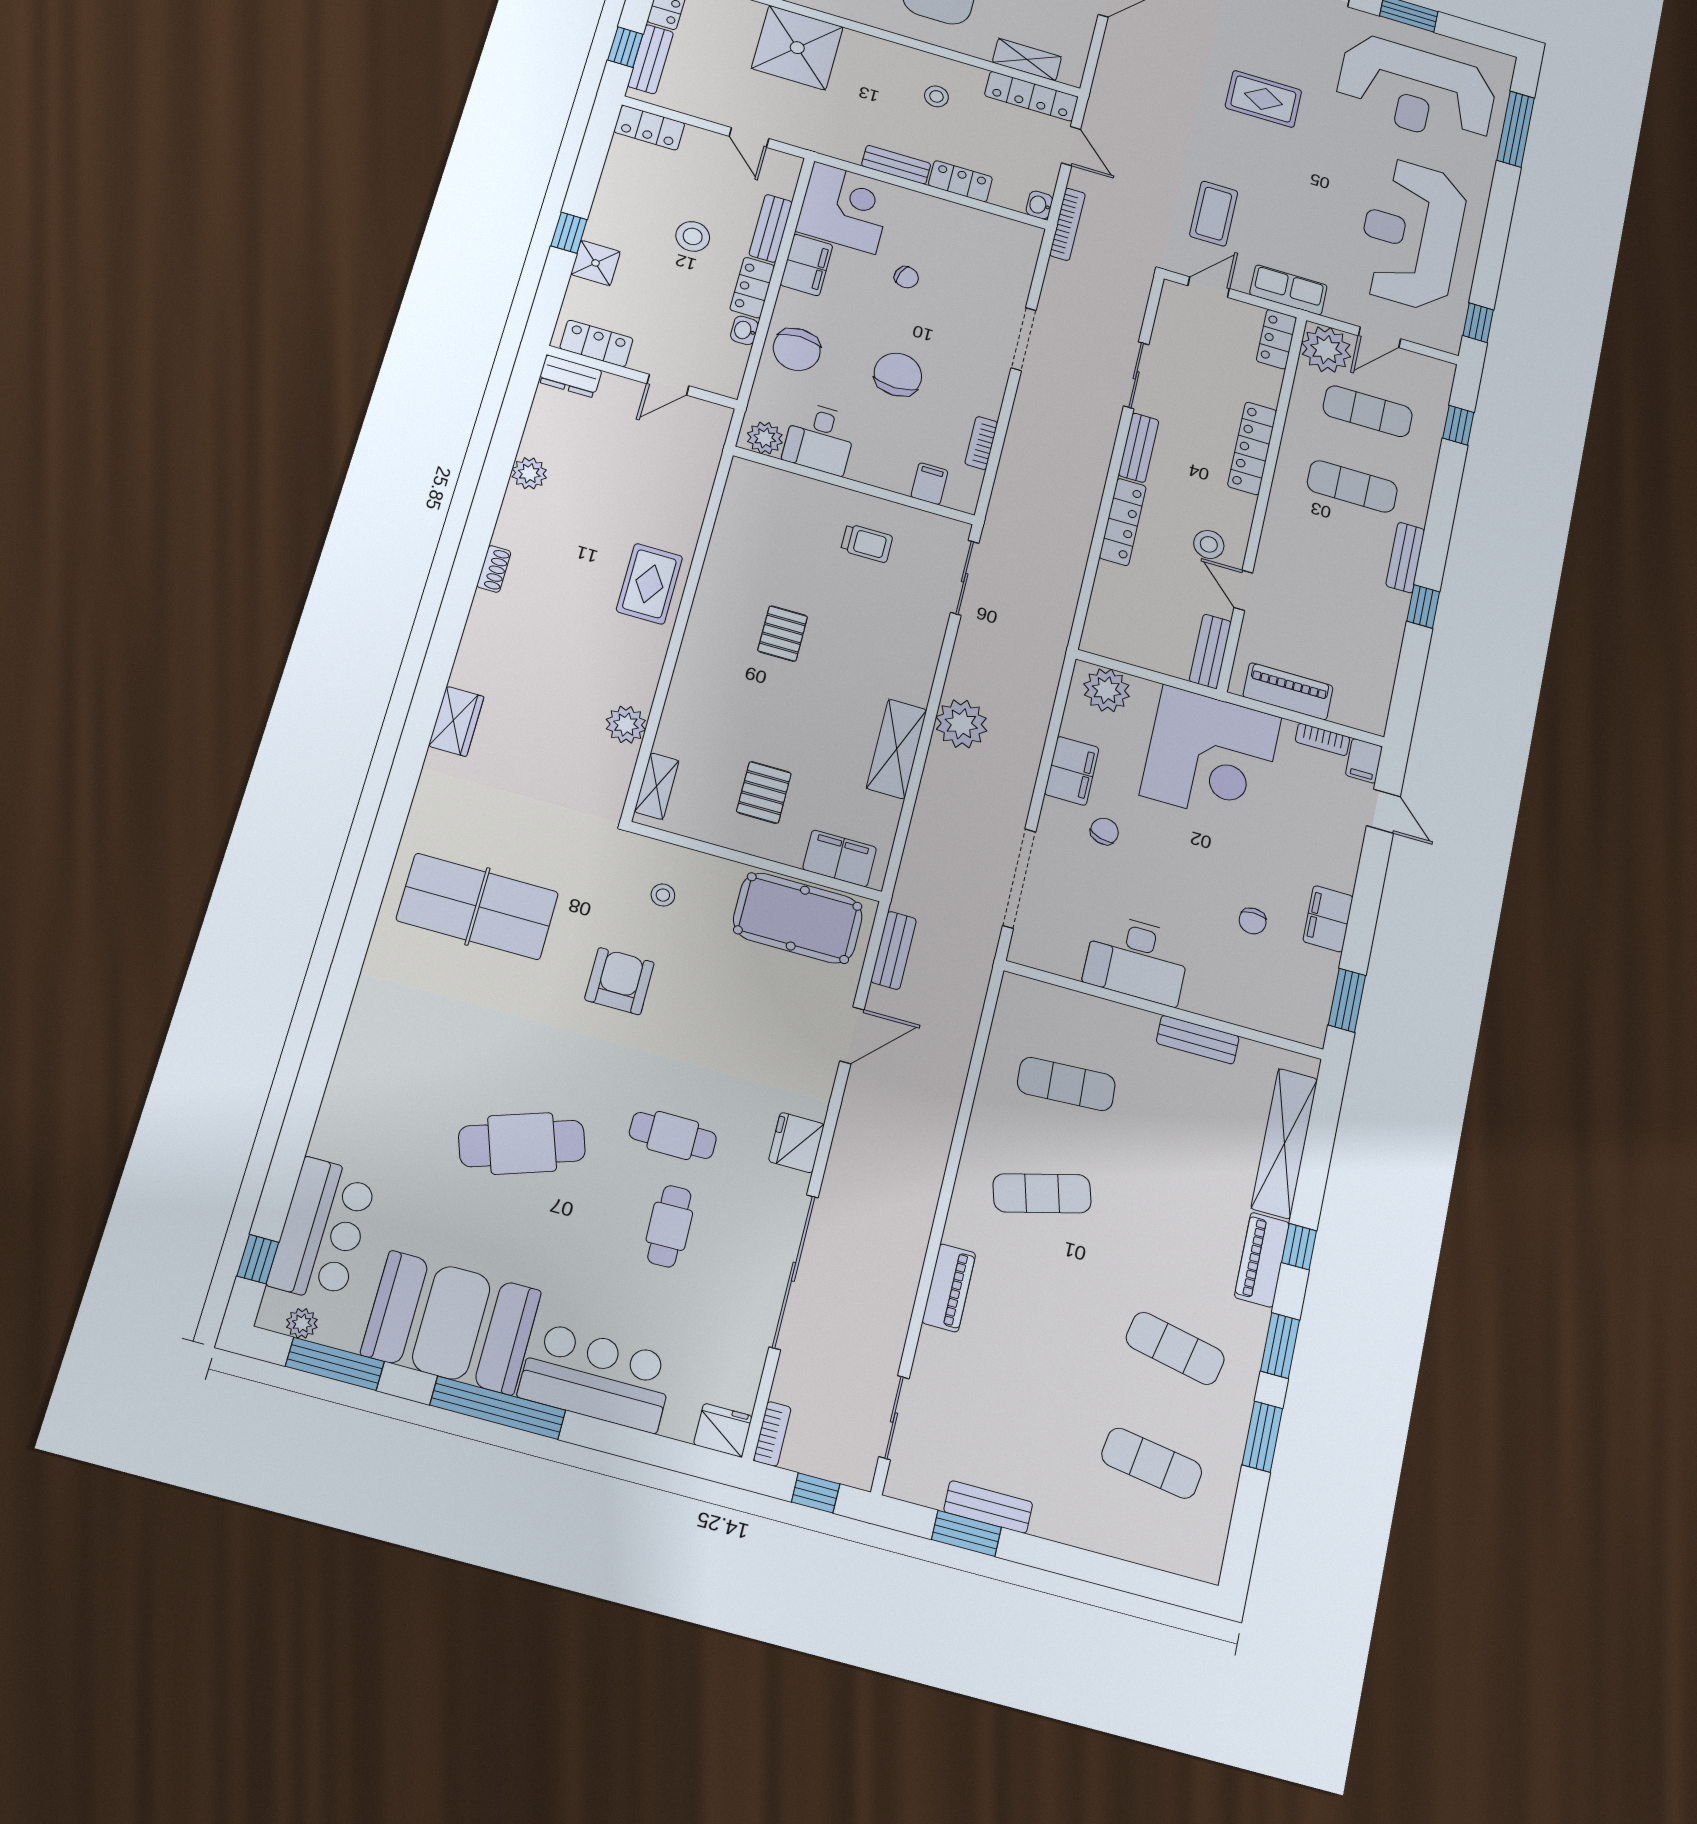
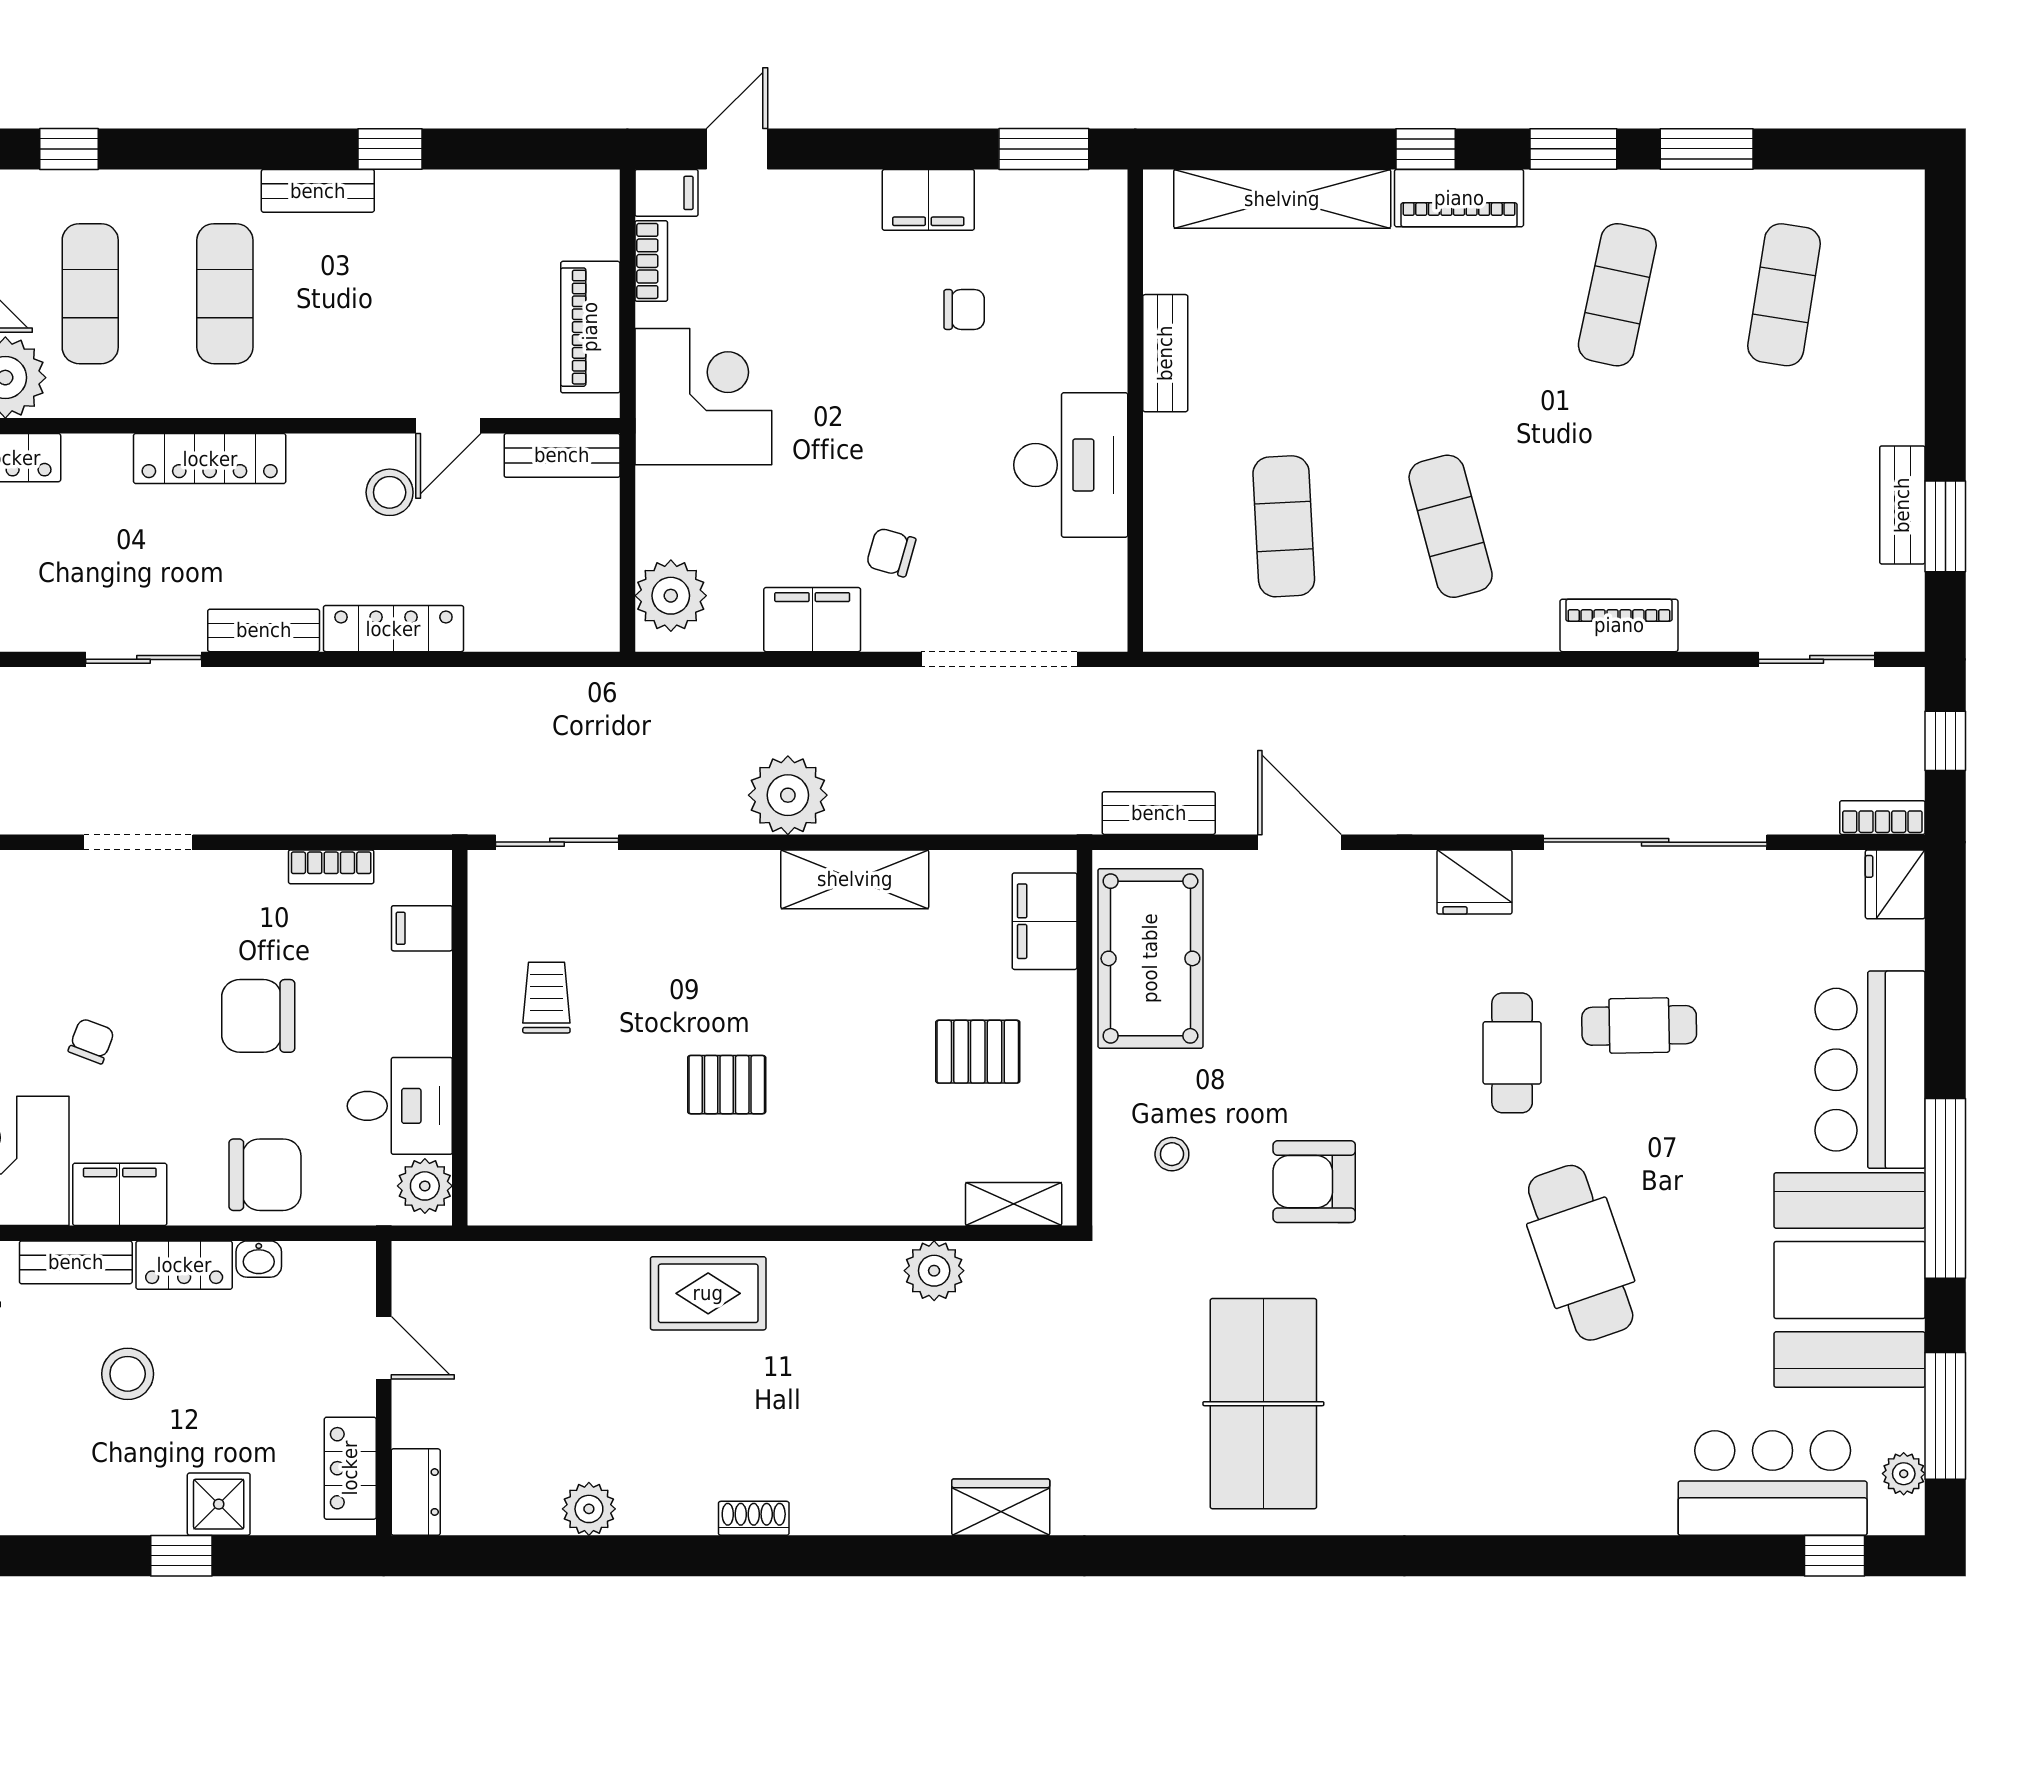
corner desk: (1211, 756) -> (703, 397), width x0.74, depth x0.74

